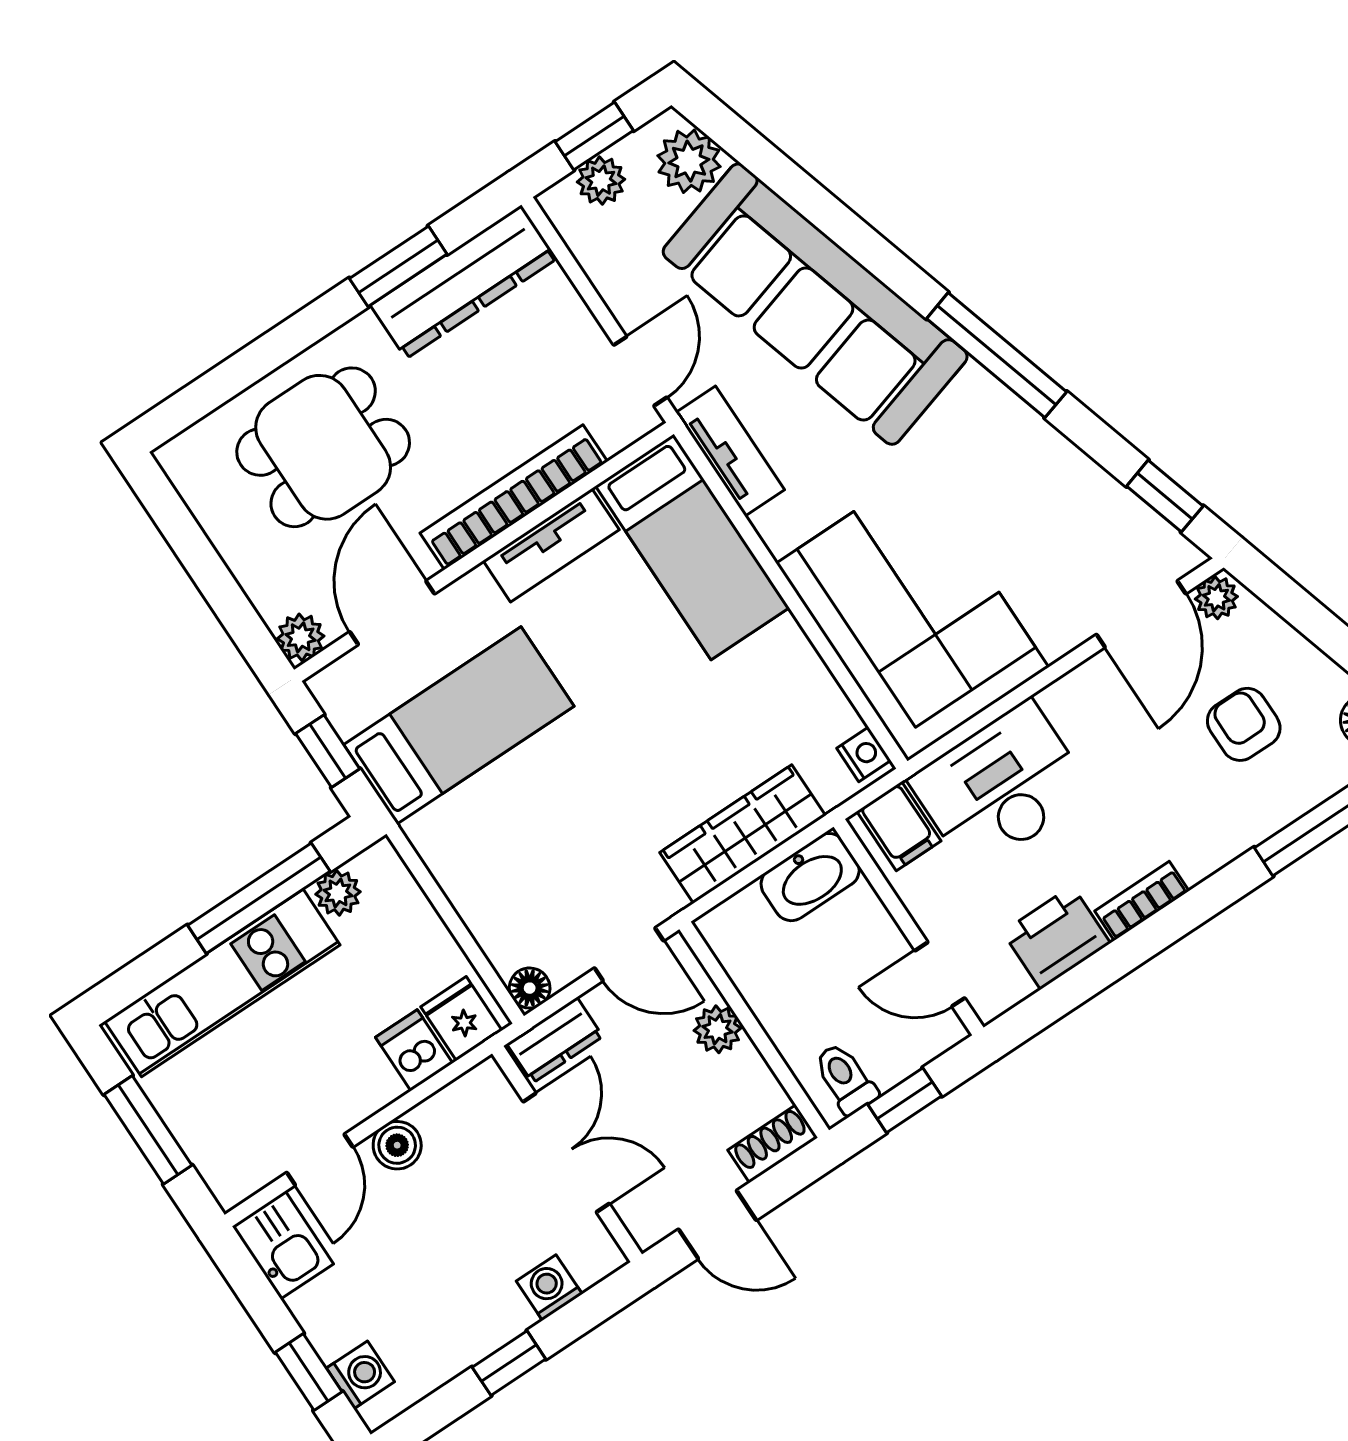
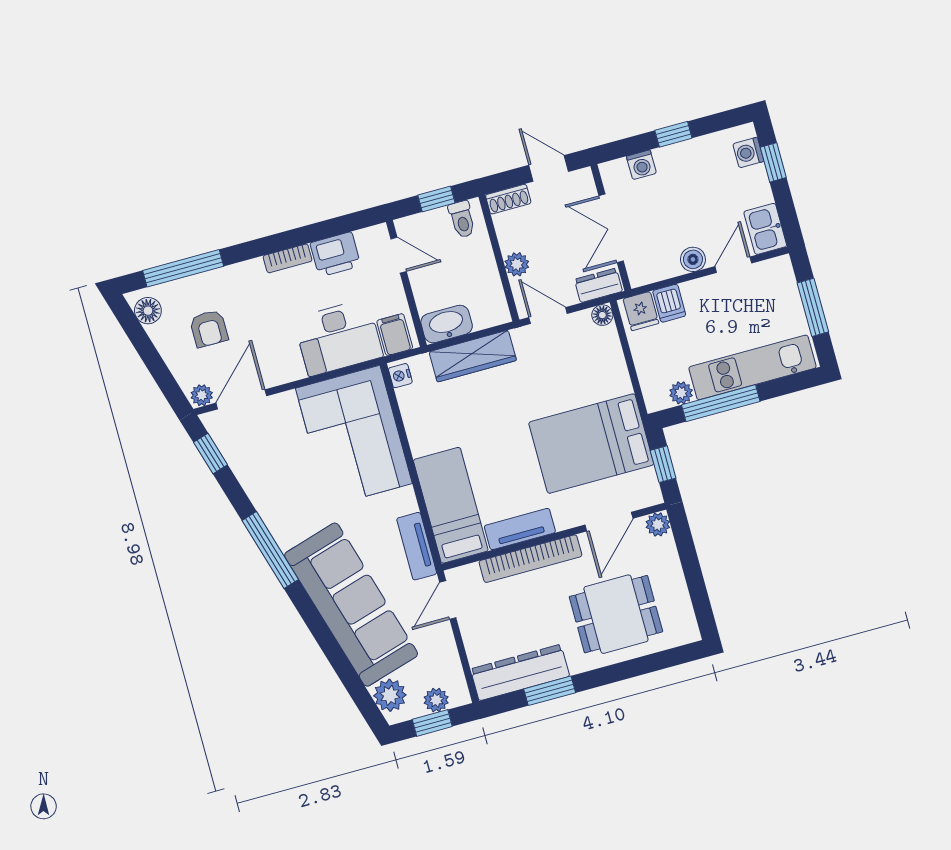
bed: (459, 725) -> (591, 444), width x1.50

